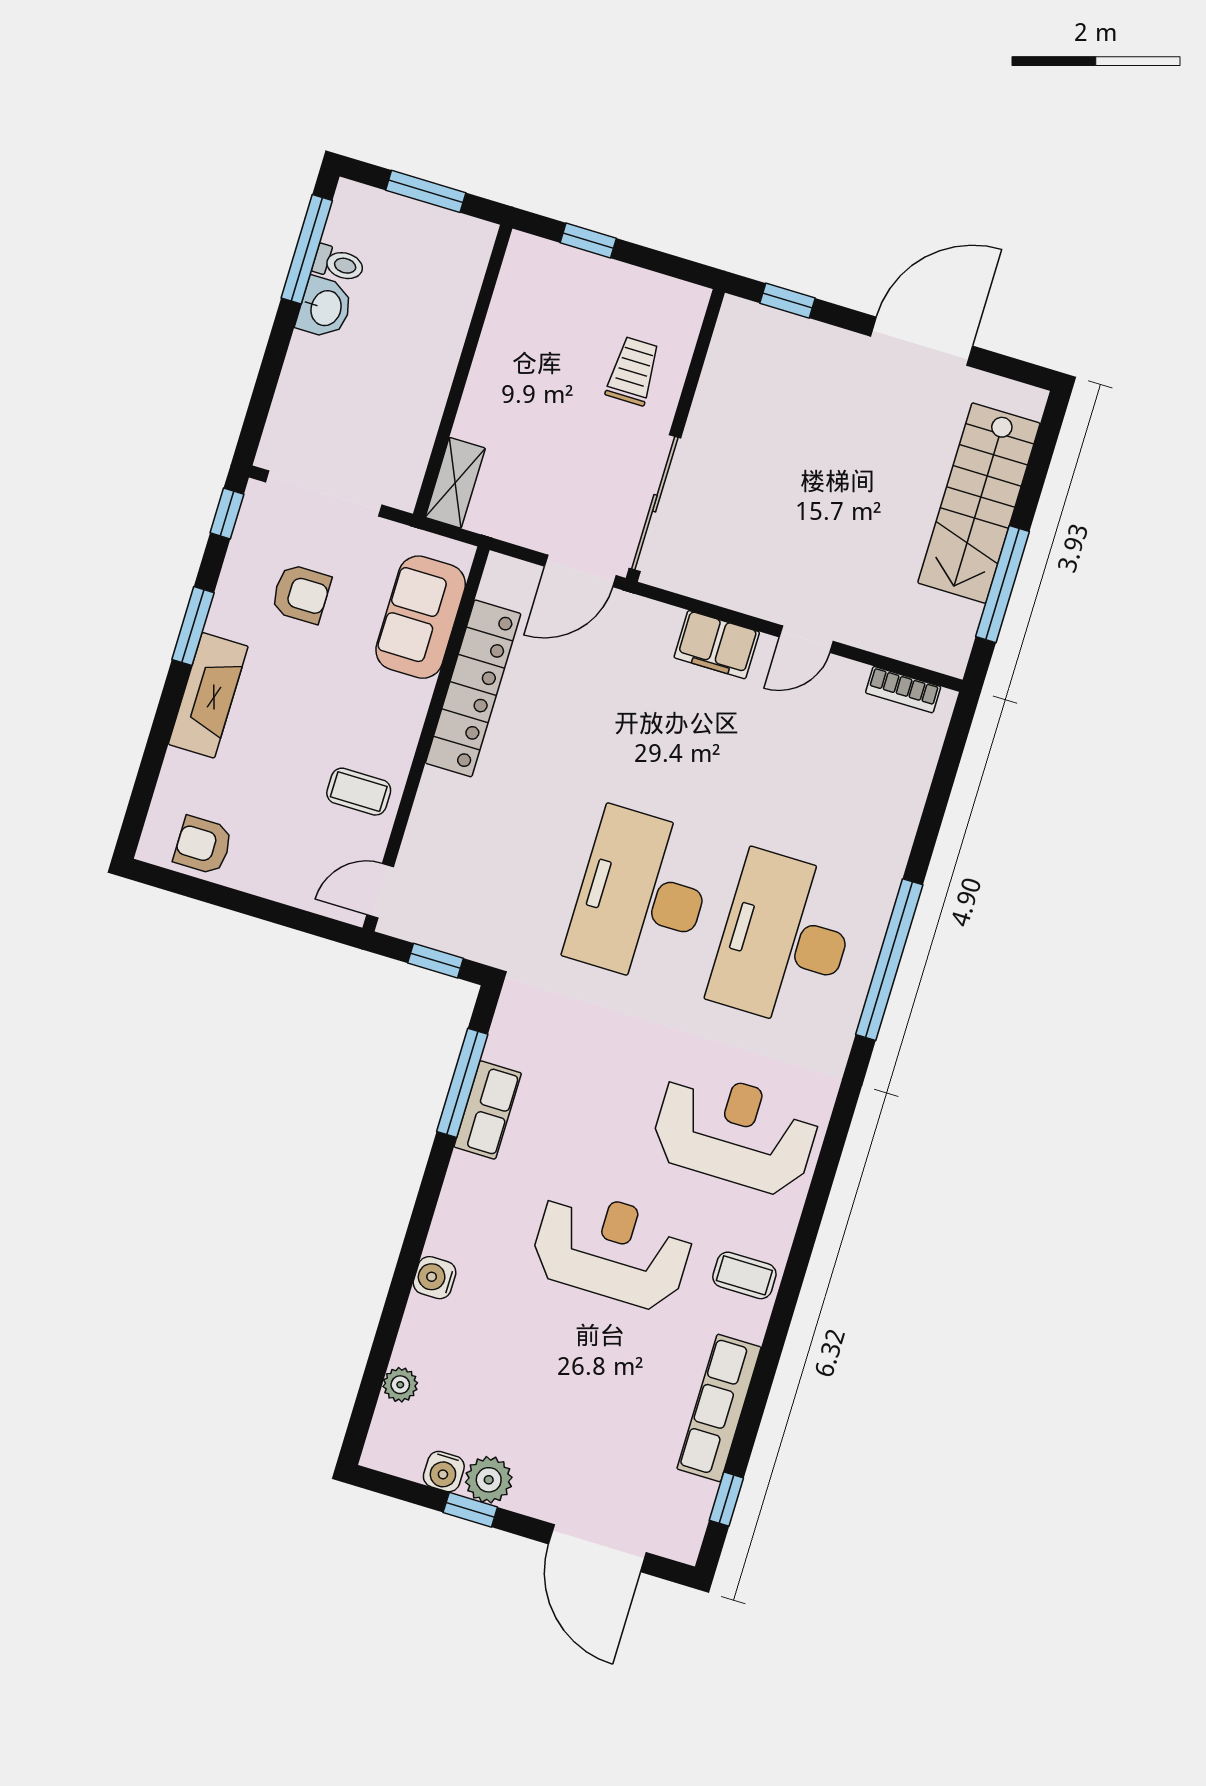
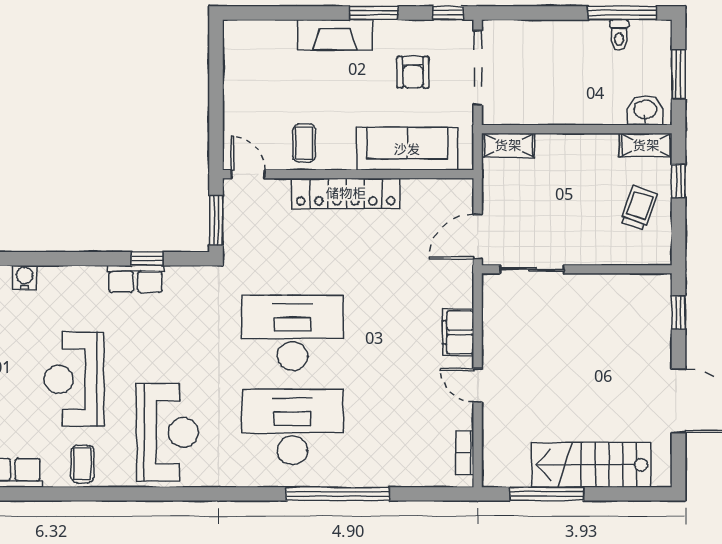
shelving: (518, 274) -> (646, 145), added
washbasin: (325, 308) -> (645, 110), moved, turned 180
trolley: (633, 371) -> (639, 208), moved, turned -70
sliding door: (655, 503) -> (532, 269), width x0.73
door: (580, 571) -> (478, 237), hinge flipped
sofa: (421, 617) -> (407, 149), width x1.36
locker: (473, 688) -> (346, 193), moved
armchair: (203, 845) -> (243, 59), removed
window: (889, 960) -> (338, 494), moved
window: (436, 961) -> (216, 220), width x1.50
window: (462, 1083) -> (147, 259), width x0.46
reception desk: (612, 1249) -> (74, 379), turned 180

